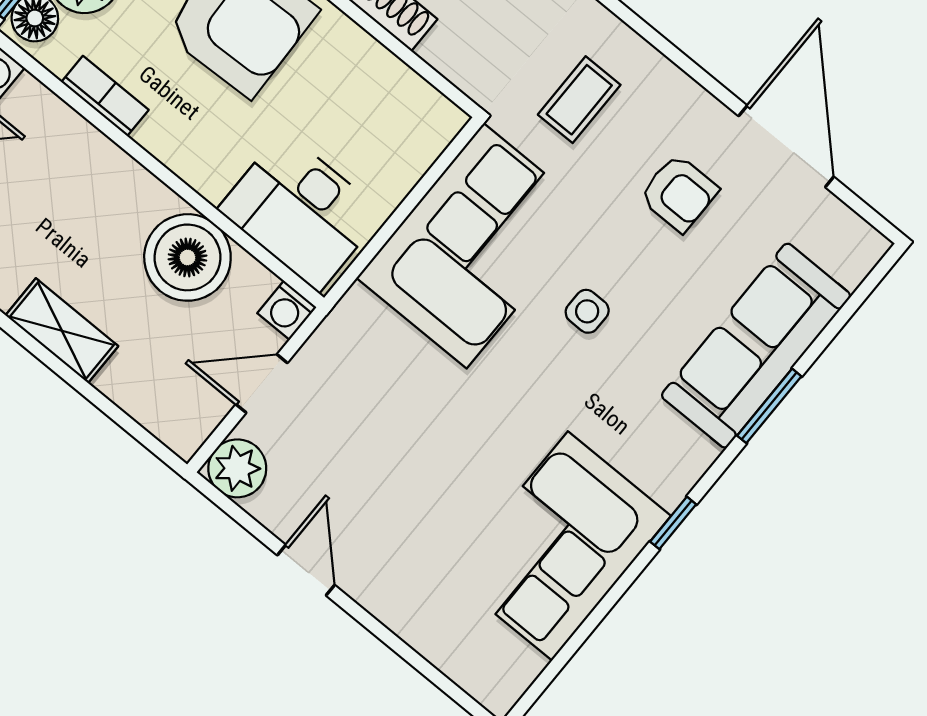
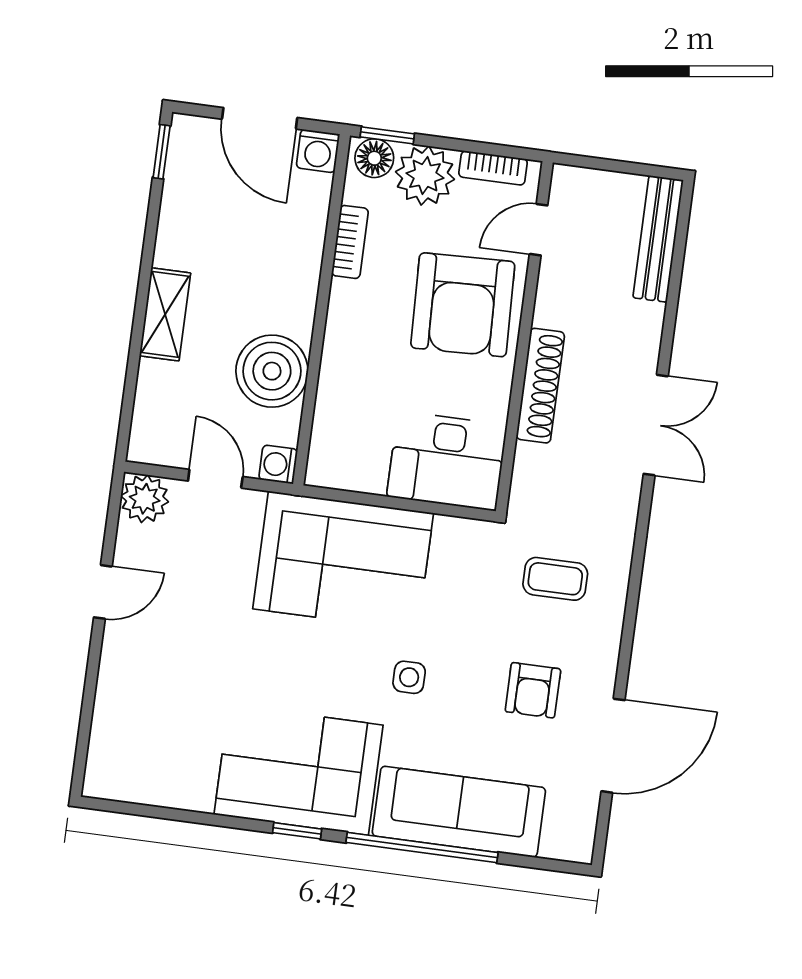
desk: (301, 211) -> (447, 461), moved, turned -90
corner sofa: (475, 246) -> (343, 561), moved
window: (769, 406) -> (422, 847), width x2.11
corner sofa: (560, 546) -> (299, 770), moved

